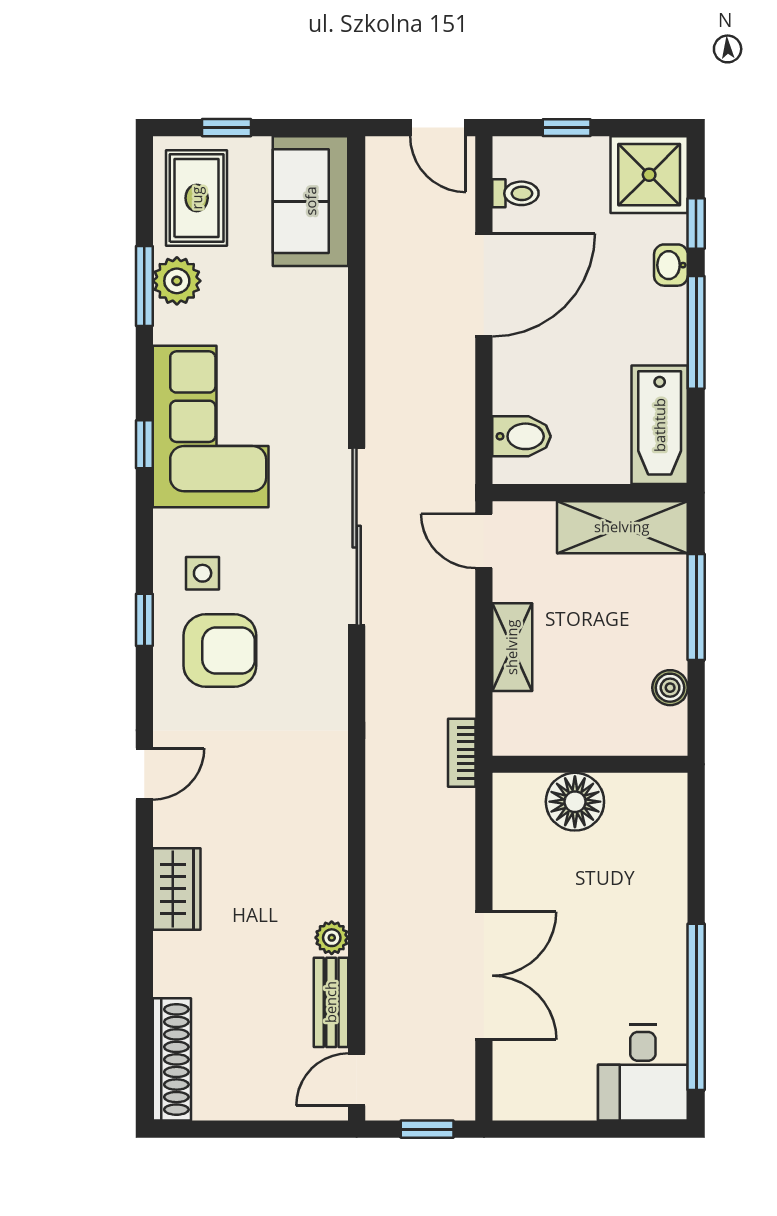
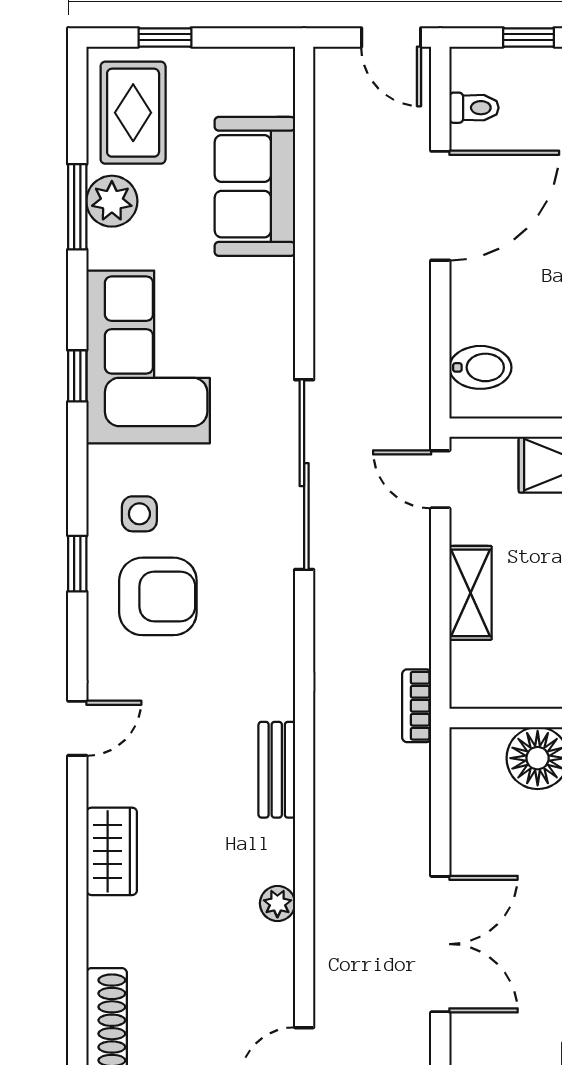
sofa: (311, 201) -> (255, 186), moved
bench: (331, 1002) -> (277, 770), moved

